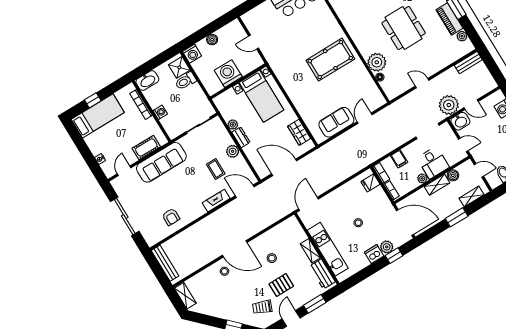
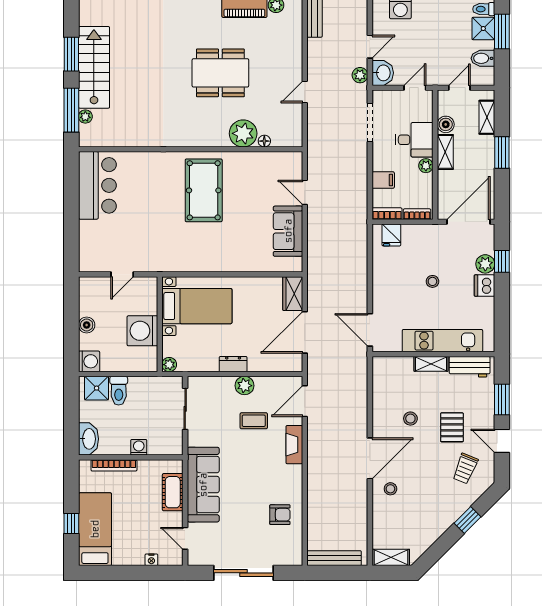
plant: (449, 105) -> (360, 75), width x0.53, depth x0.53
plant: (233, 125) -> (169, 365), moved
wardrobe: (299, 132) -> (293, 294), moved, turned 90

